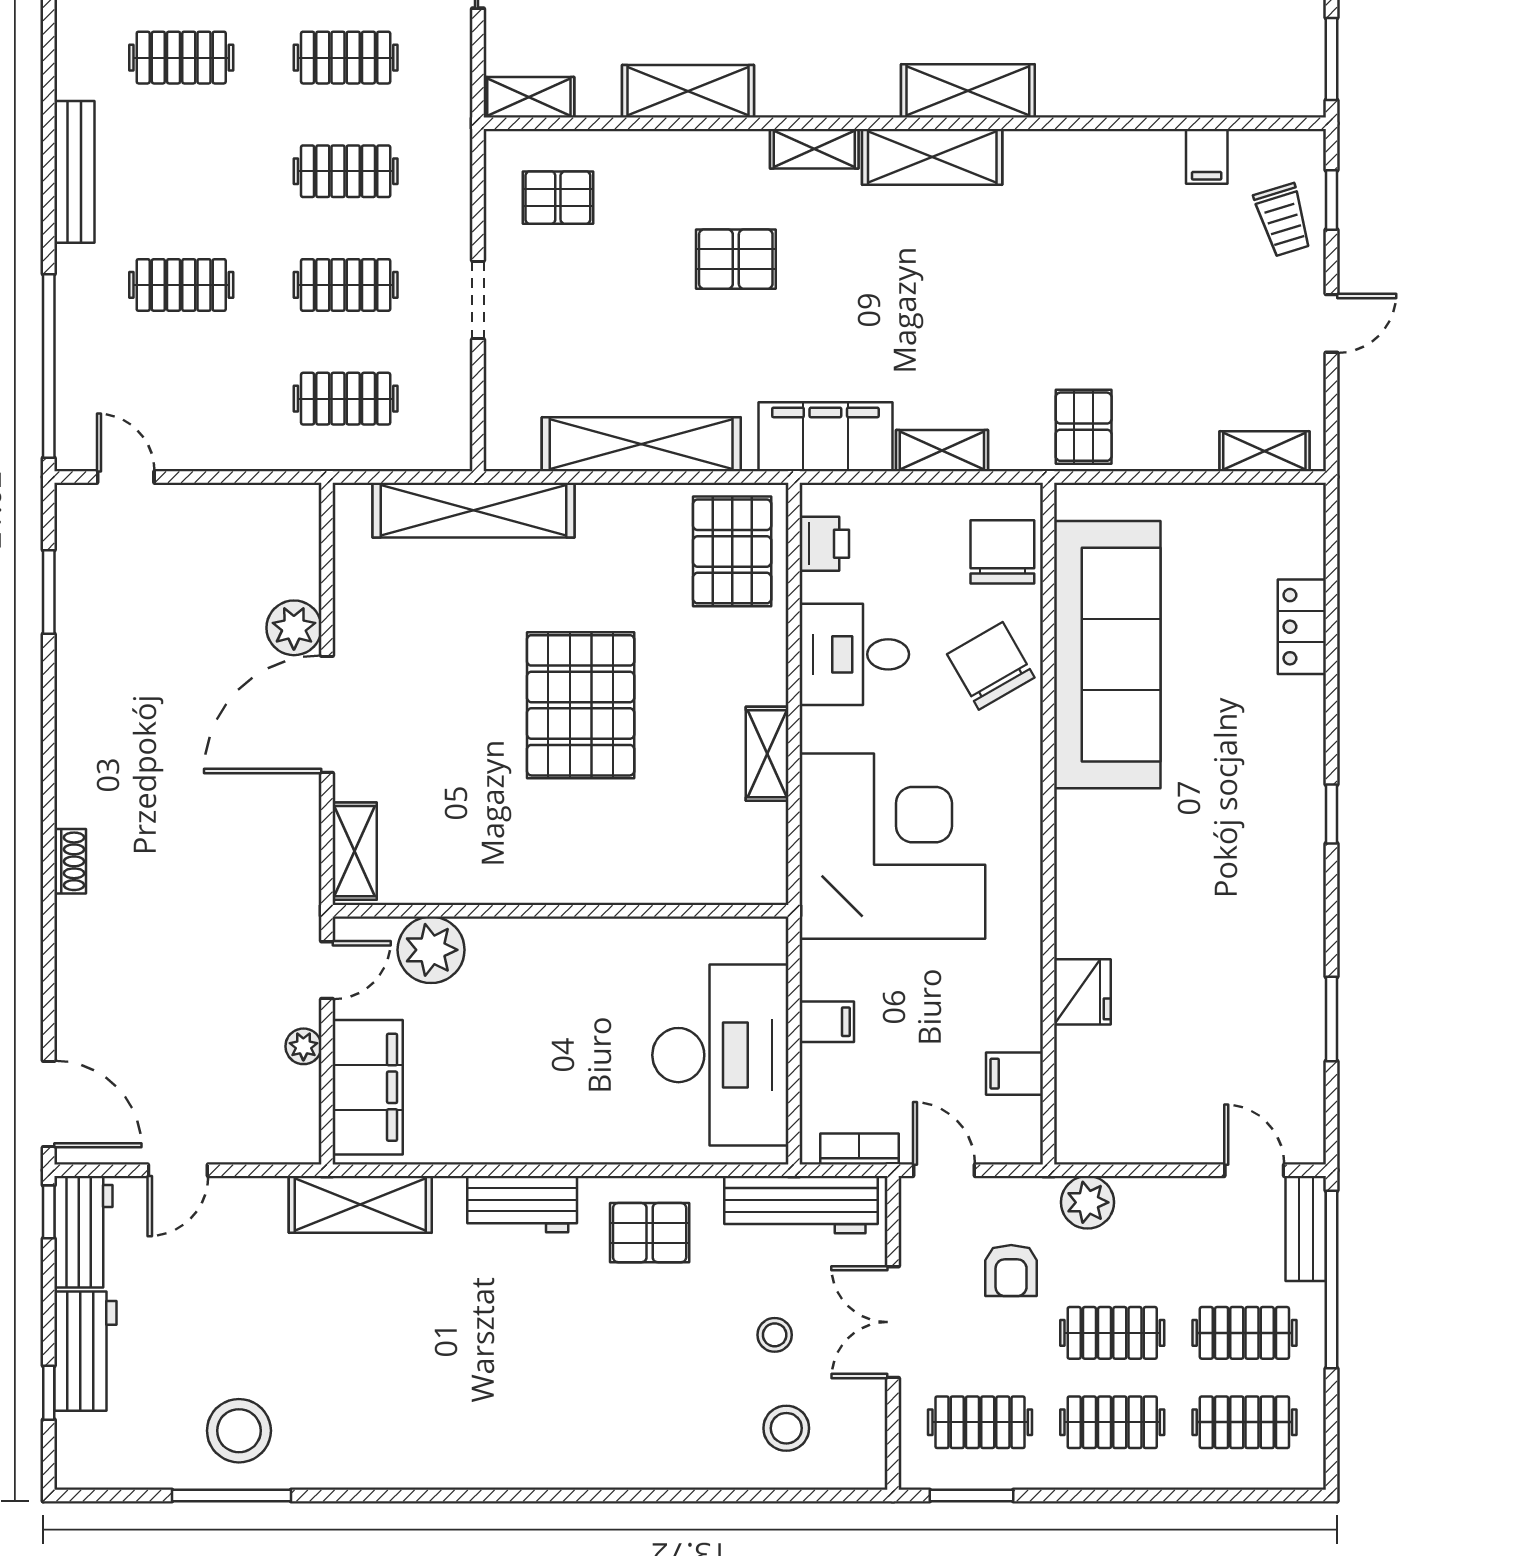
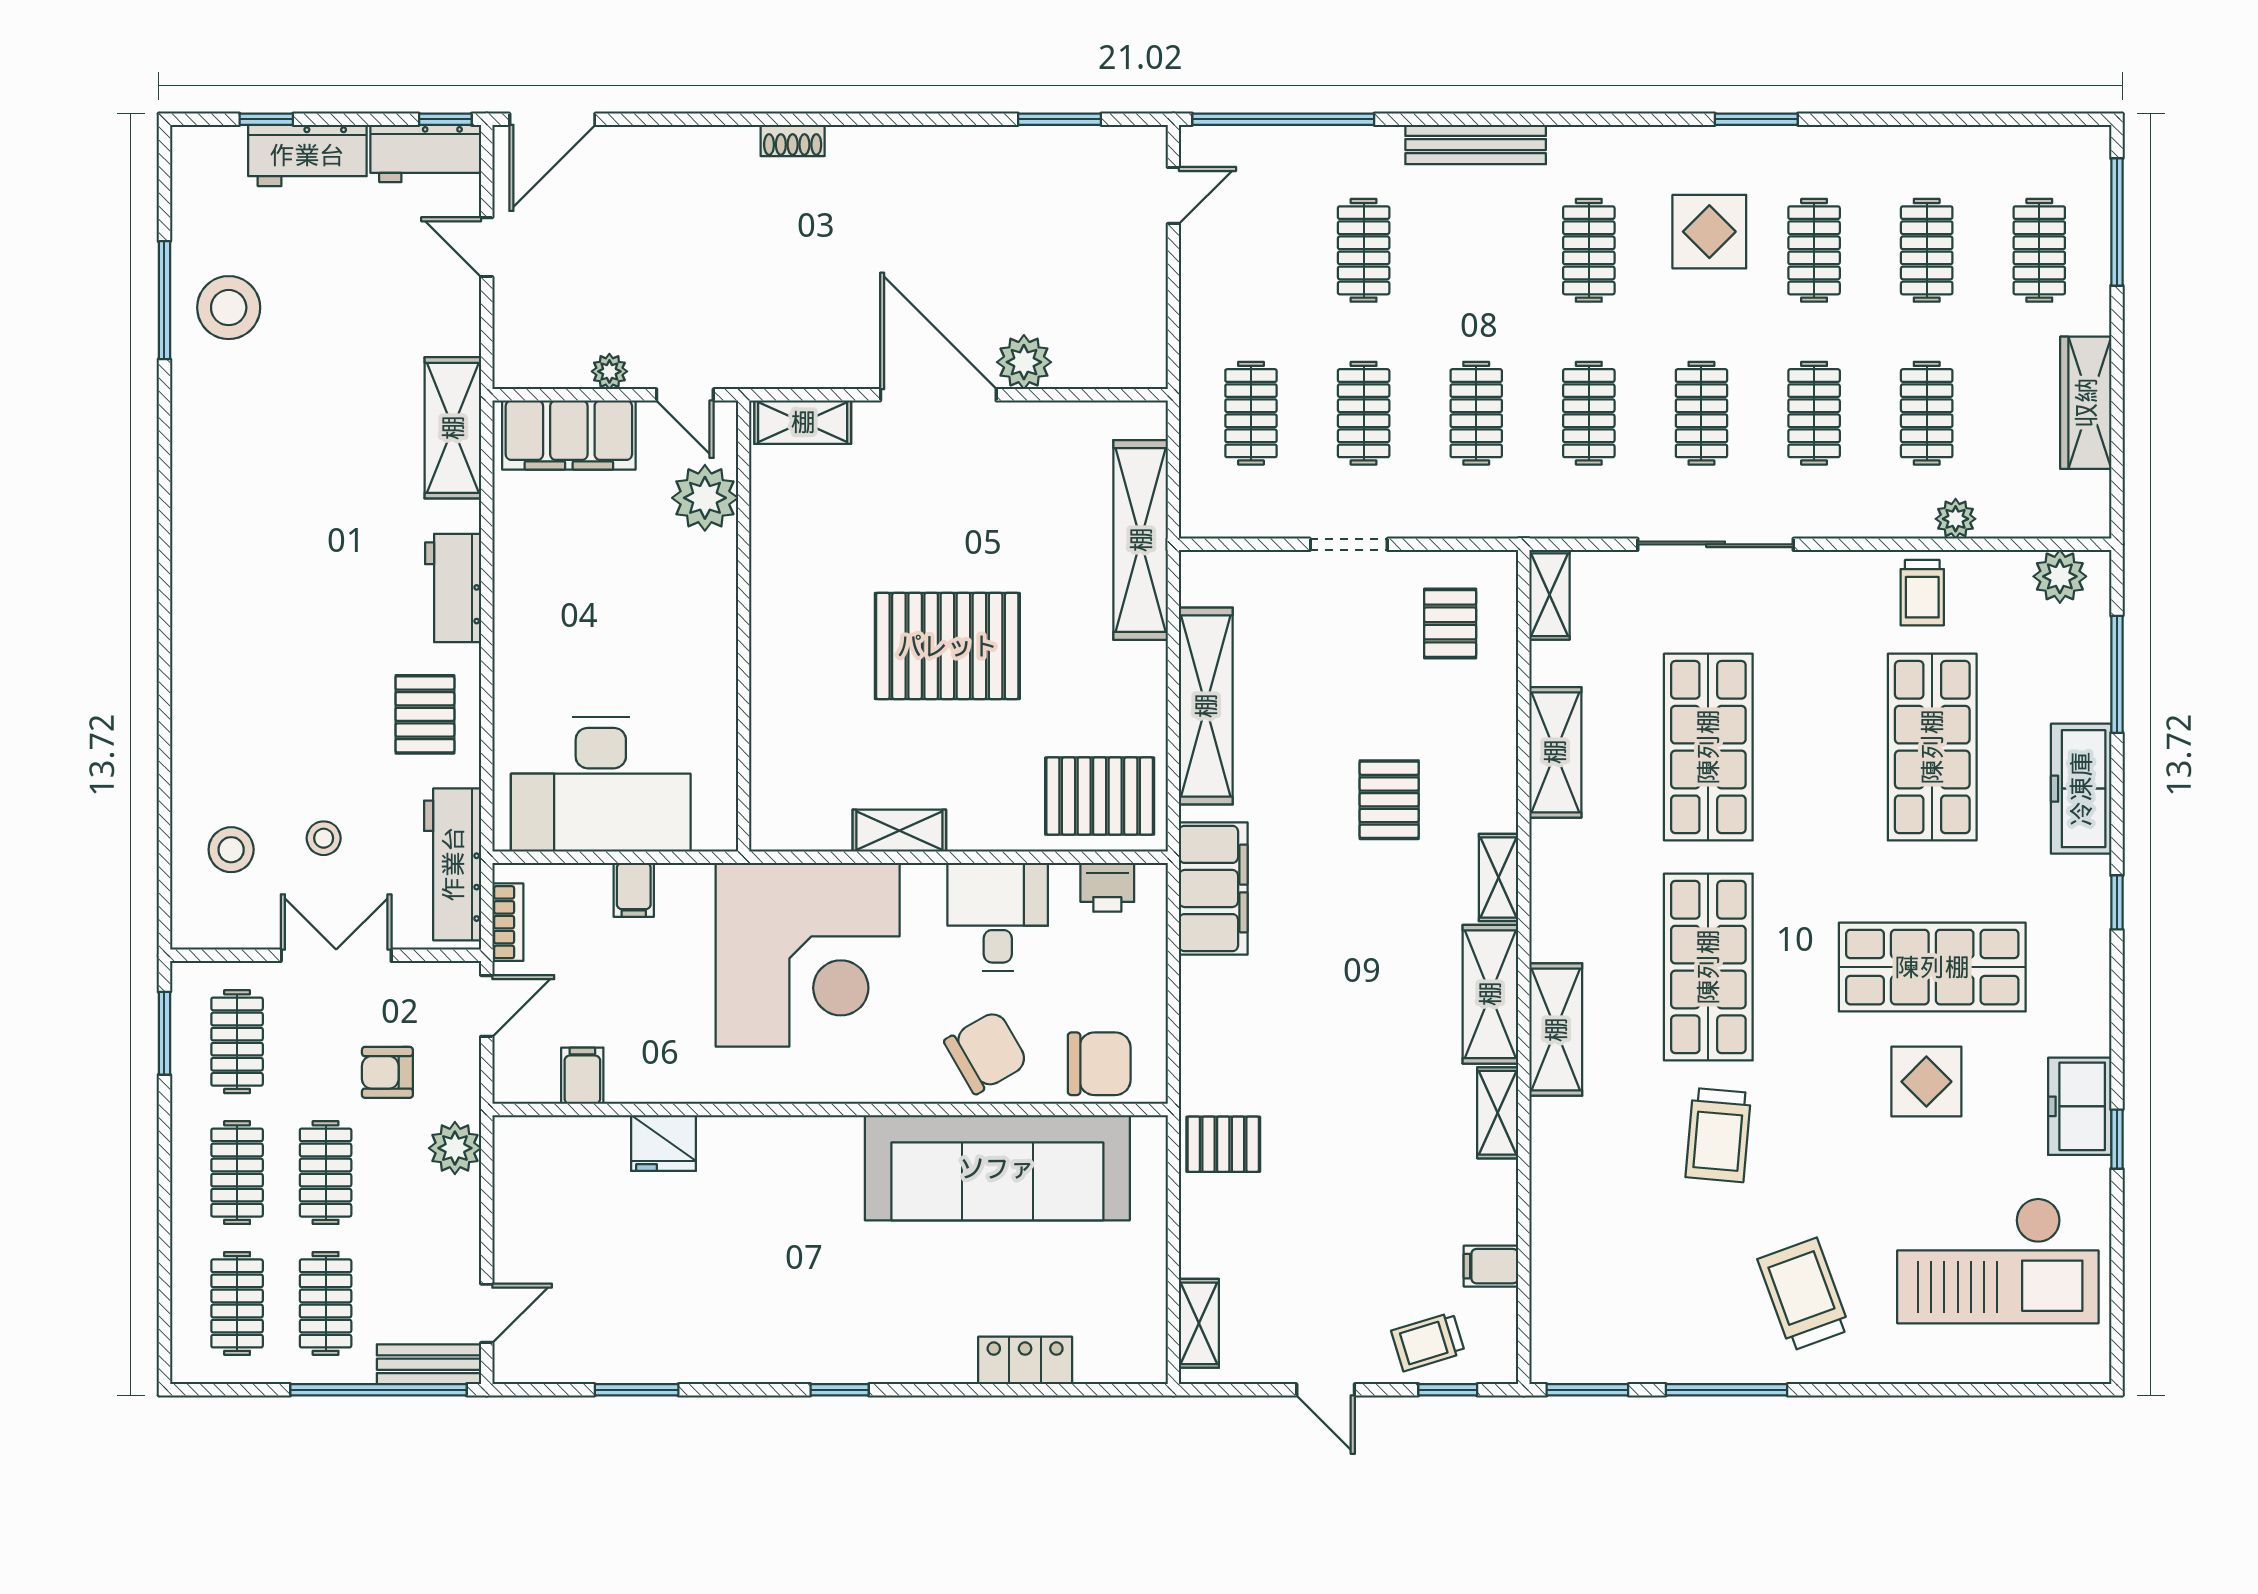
shelving: (942, 451) -> (1498, 1113), moved

